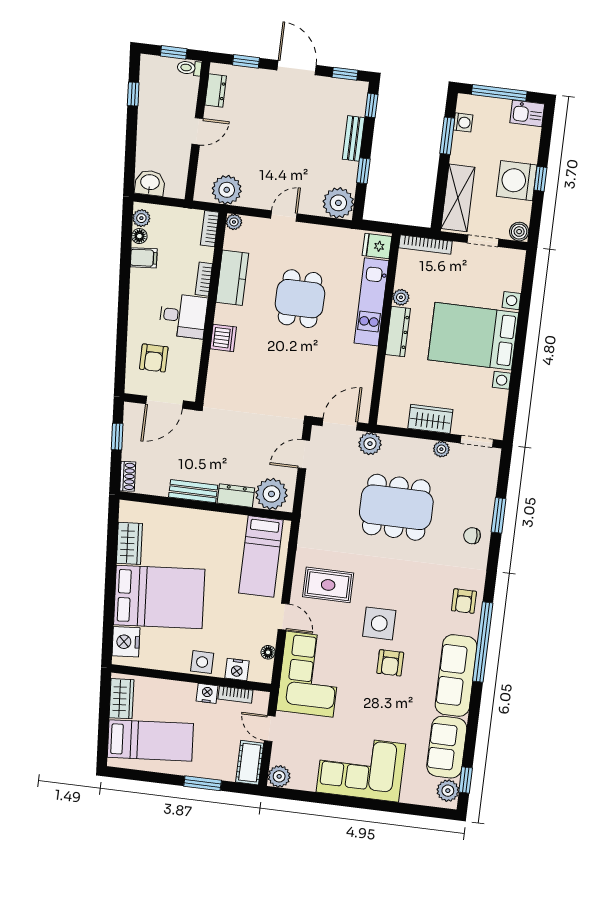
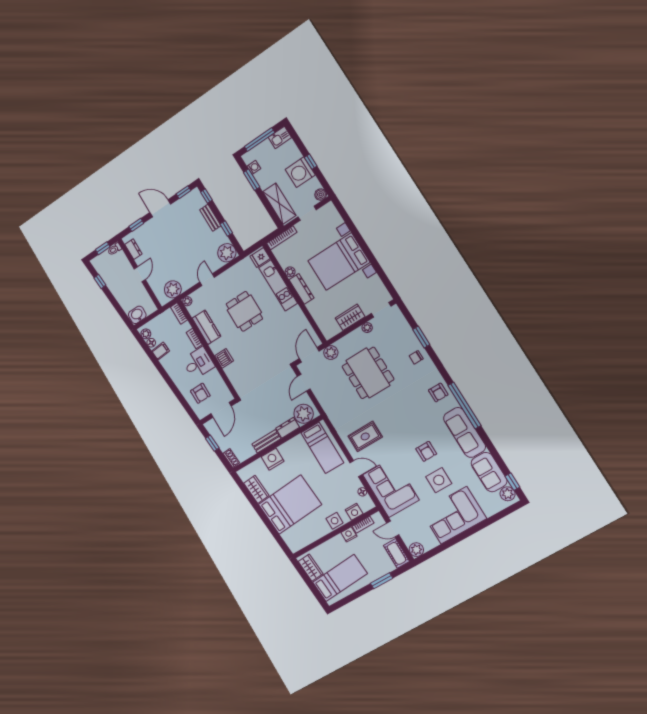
dining table: (396, 507) -> (368, 373), turned 90
side table: (379, 623) -> (439, 480), moved
nightstand: (126, 642) -> (273, 459), moved, turned 94

